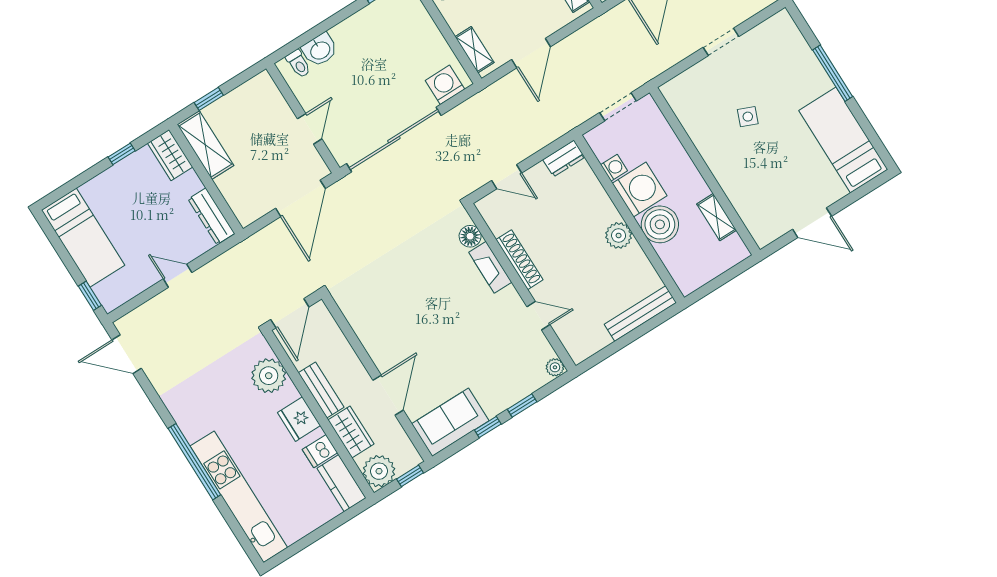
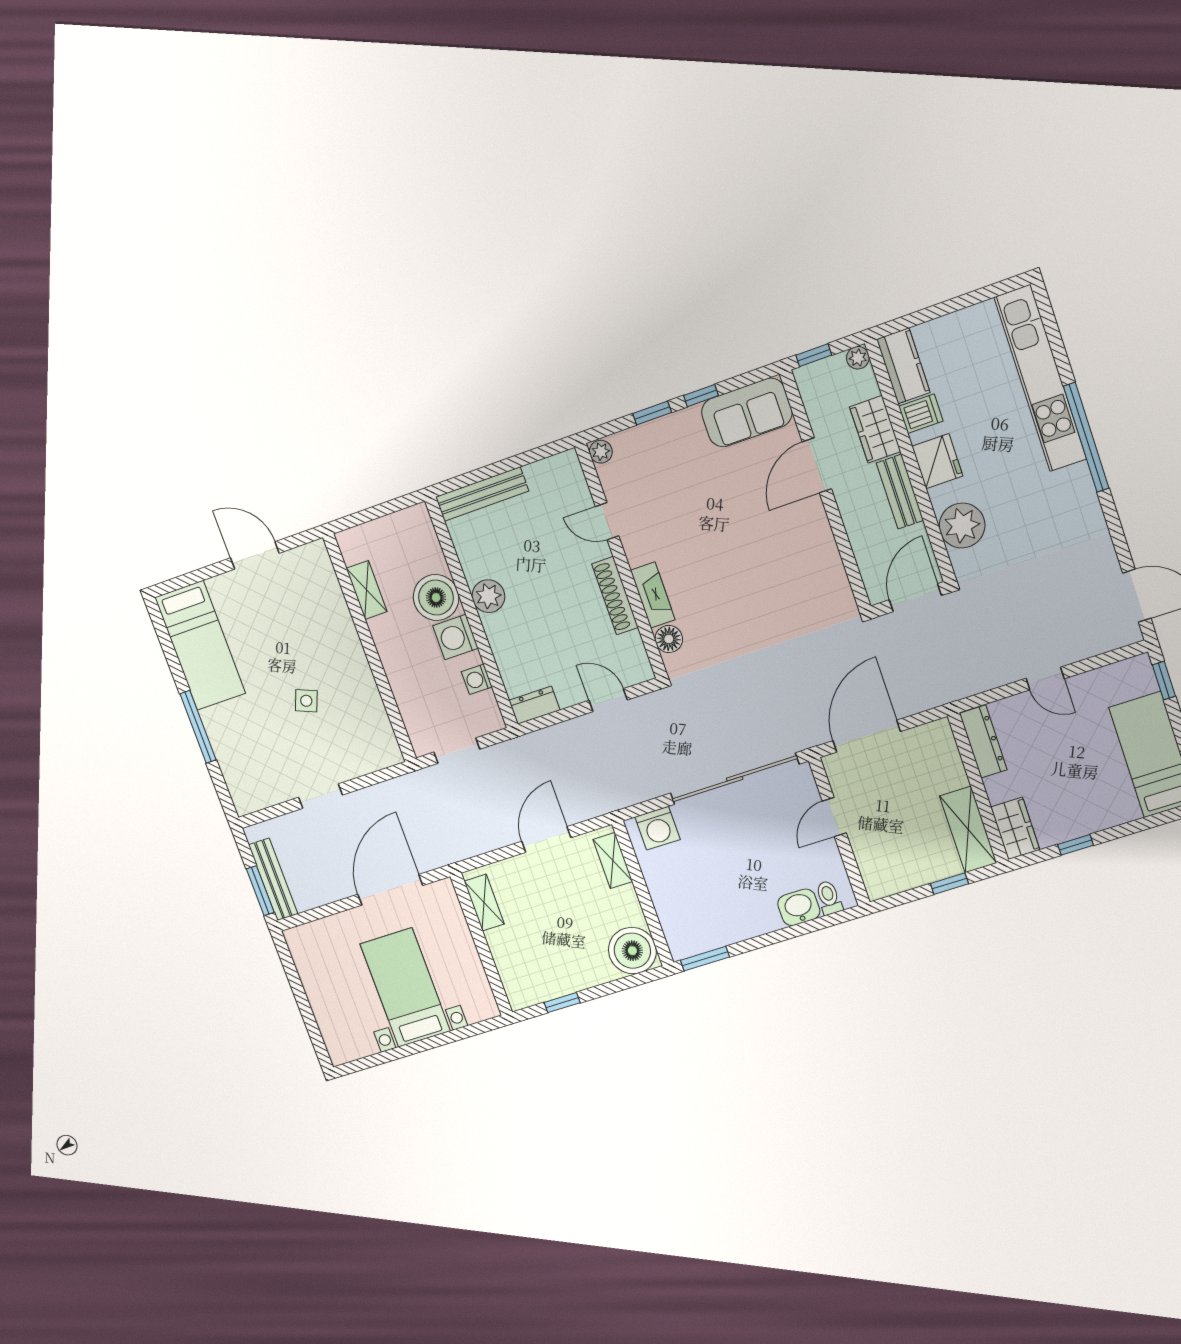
washing machine: (640, 190) -> (455, 637), width x0.73, depth x0.73
plant: (379, 471) -> (858, 358), width x0.53, depth x0.53

